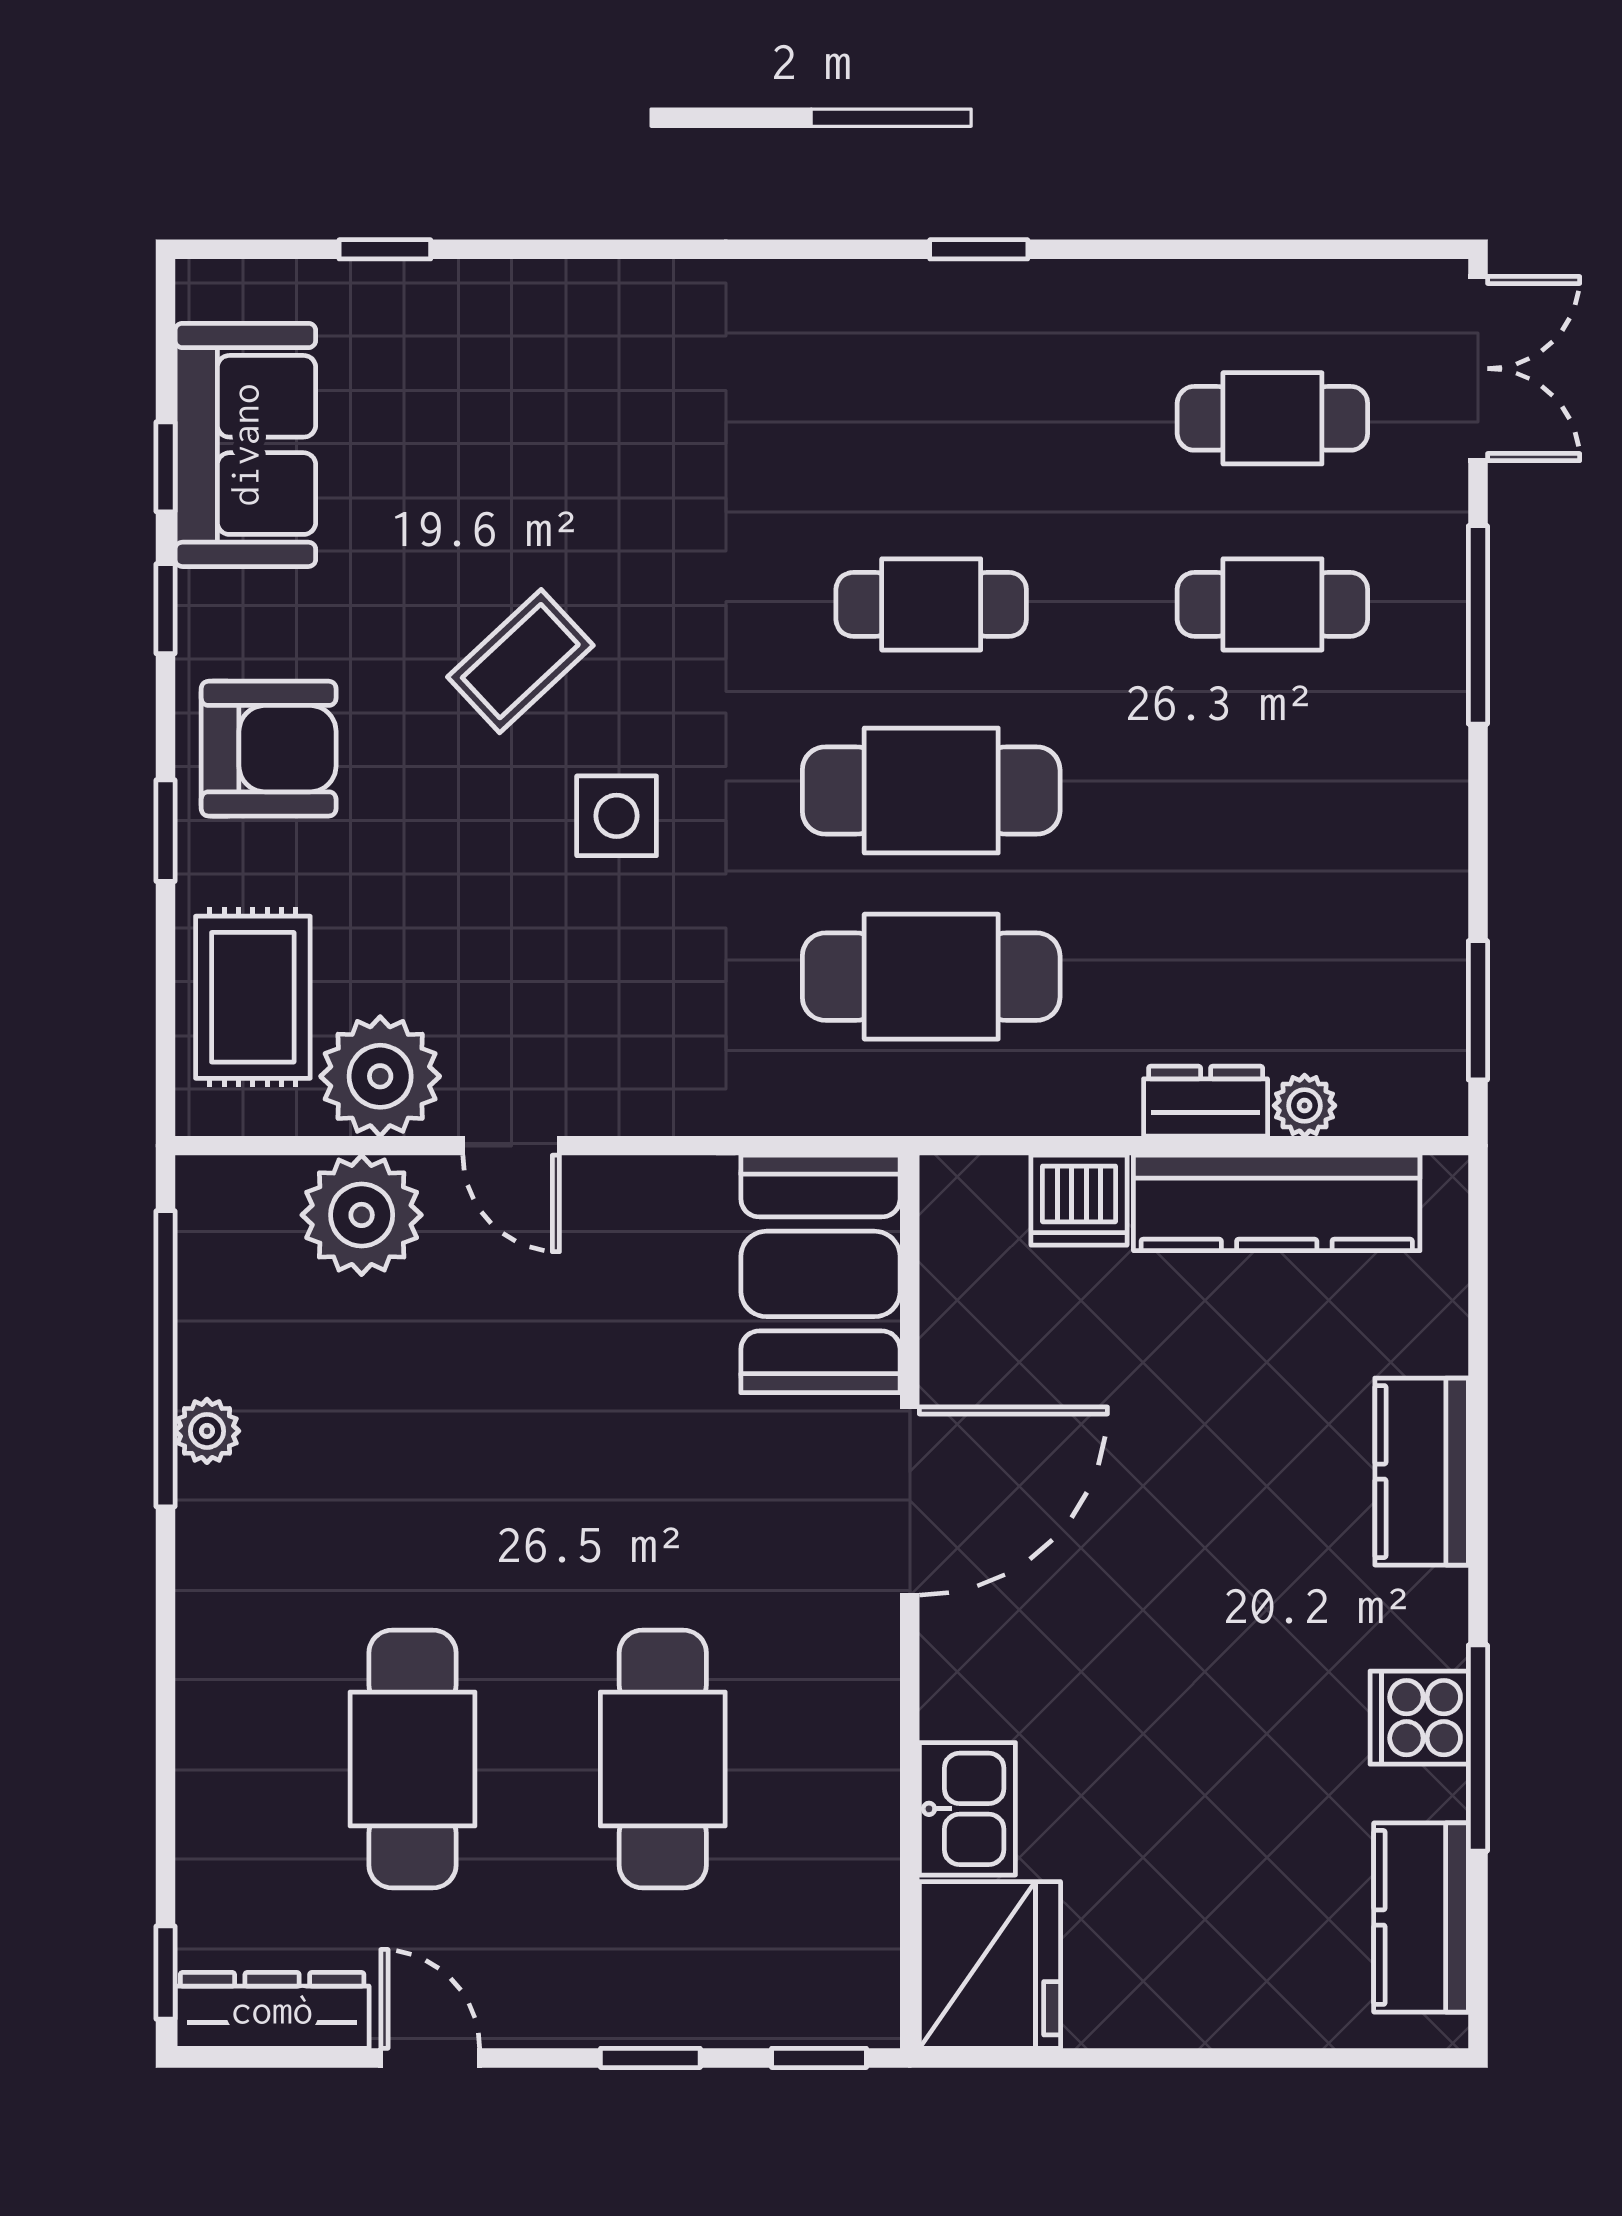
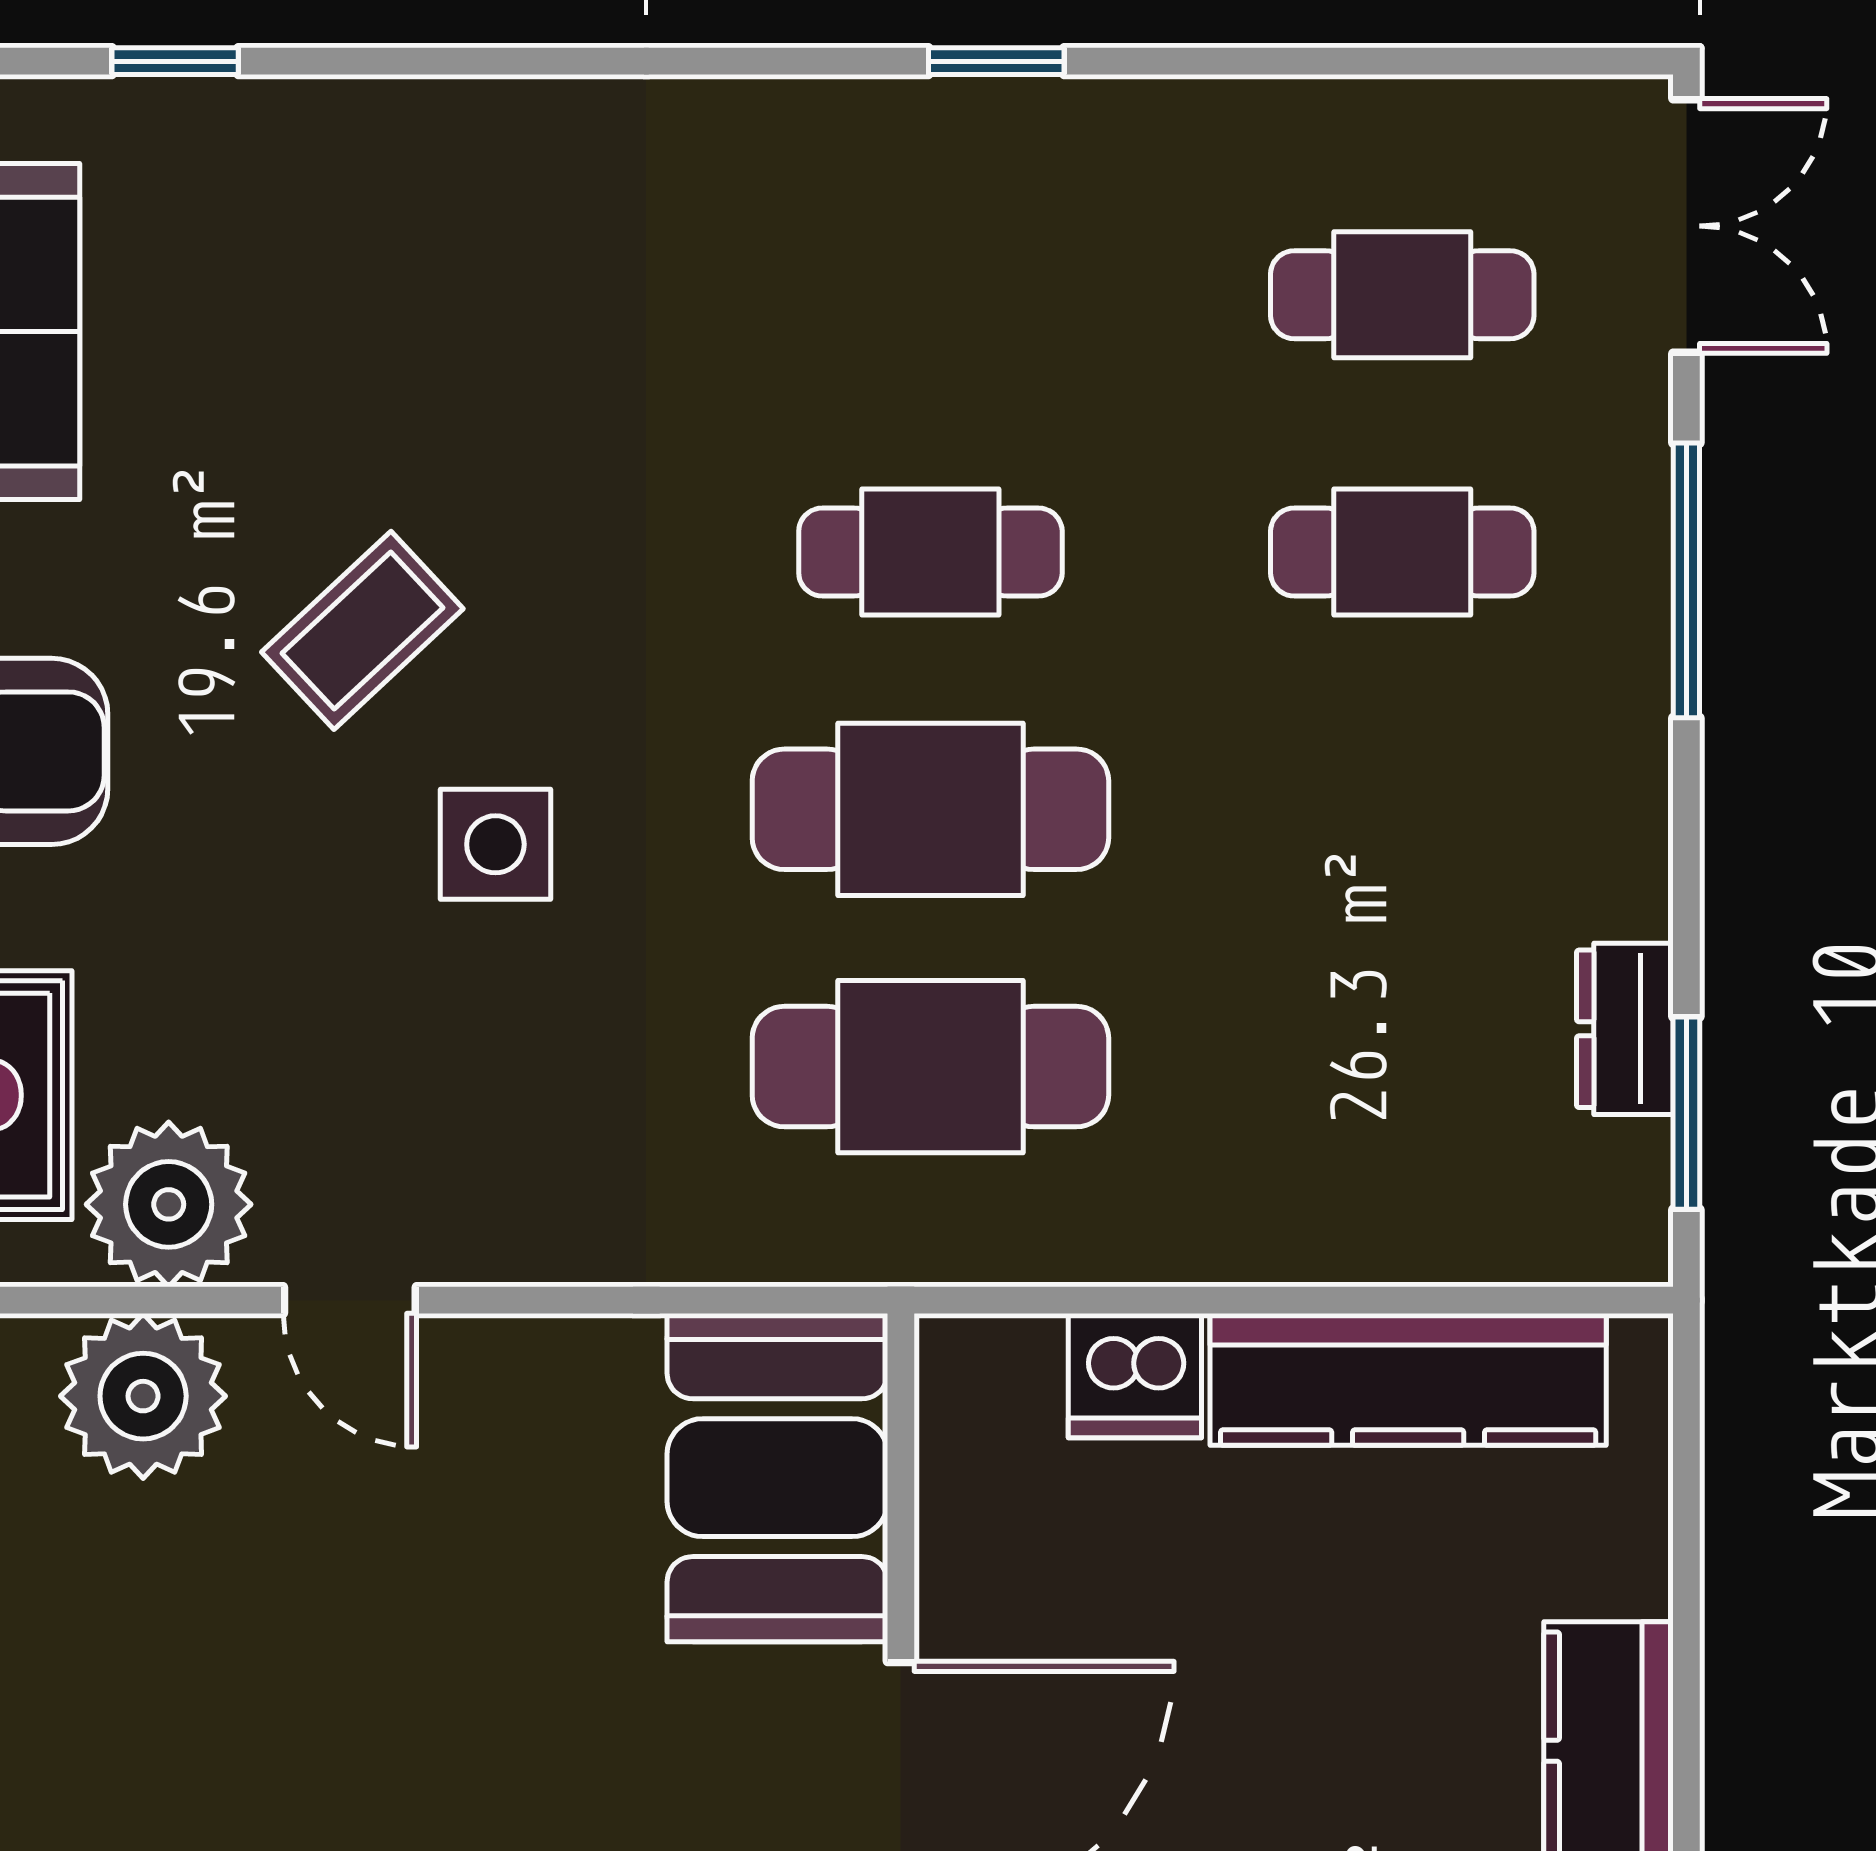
dresser: (1206, 1101) -> (1625, 1029), moved, turned -90
plant: (1305, 1106) -> (1447, 1245), removed

